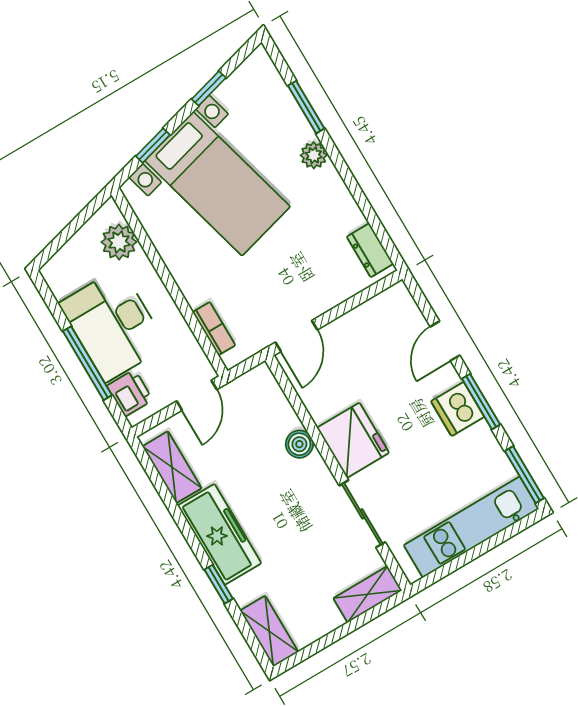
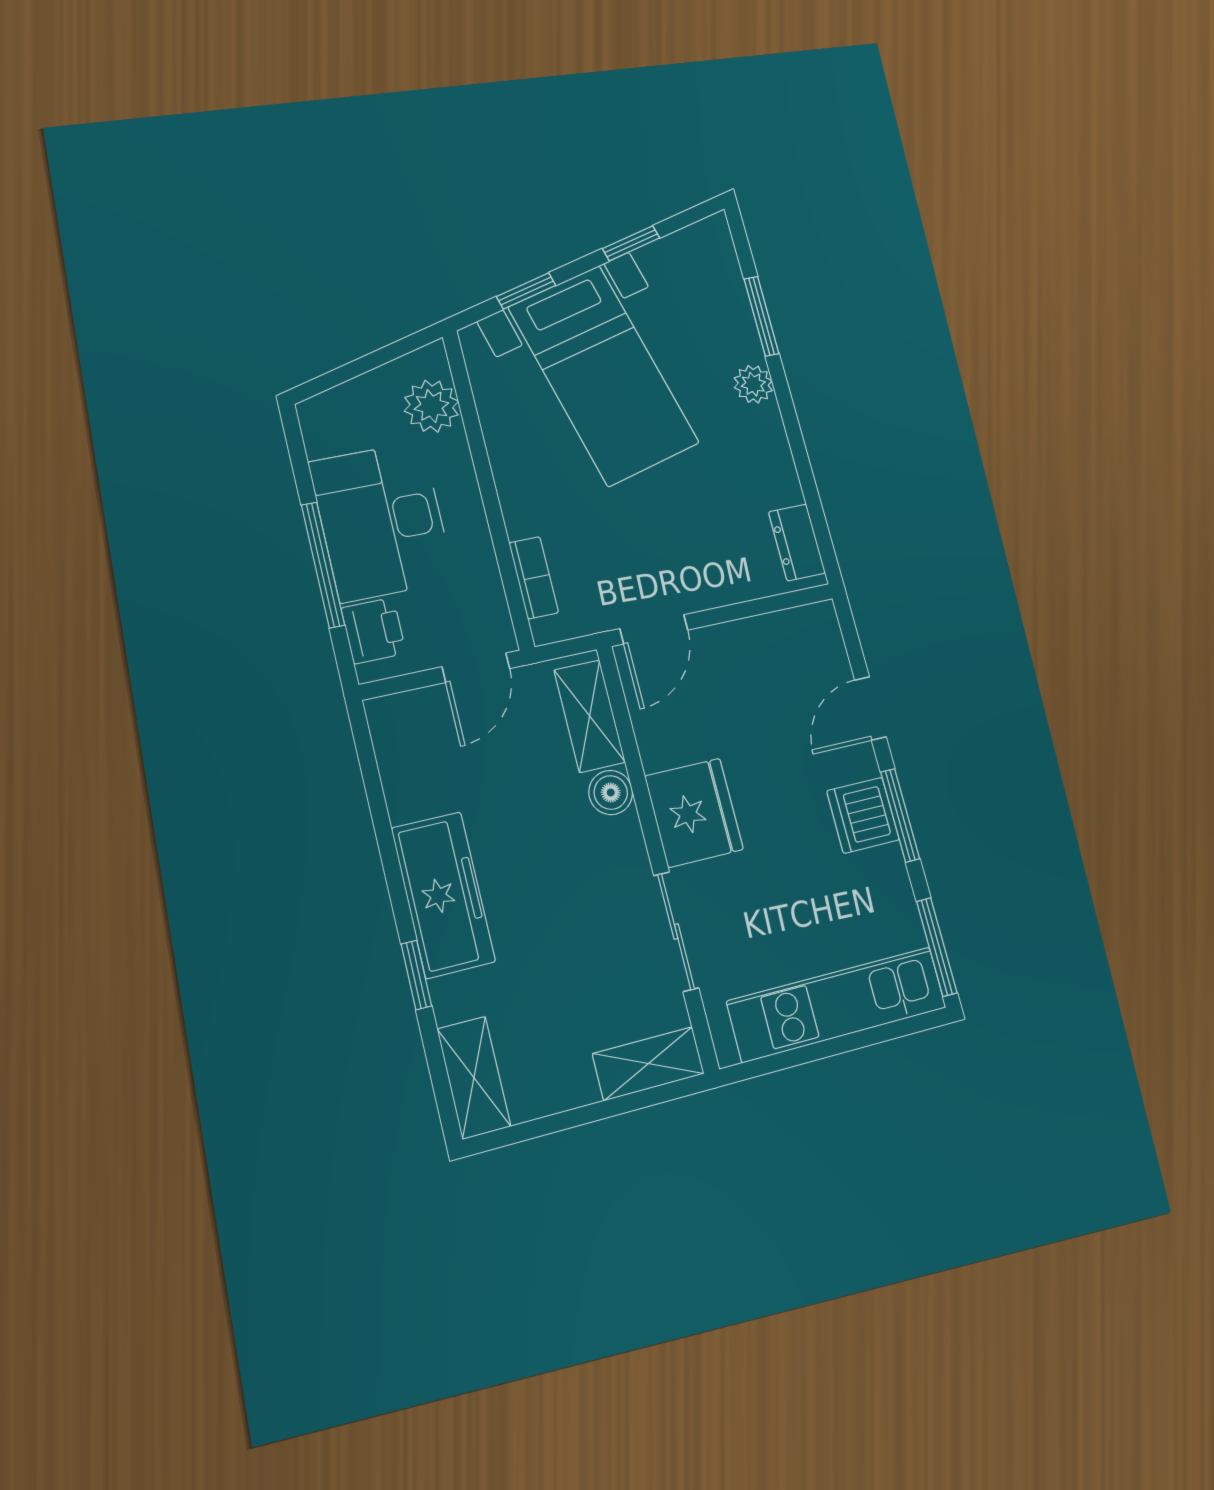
shelving: (172, 467) -> (590, 716), moved

